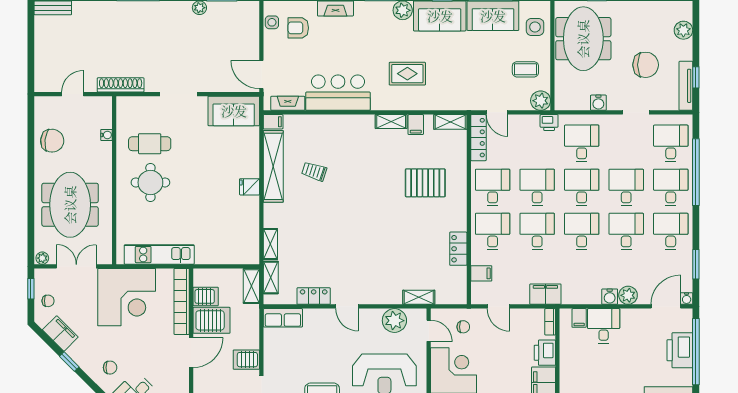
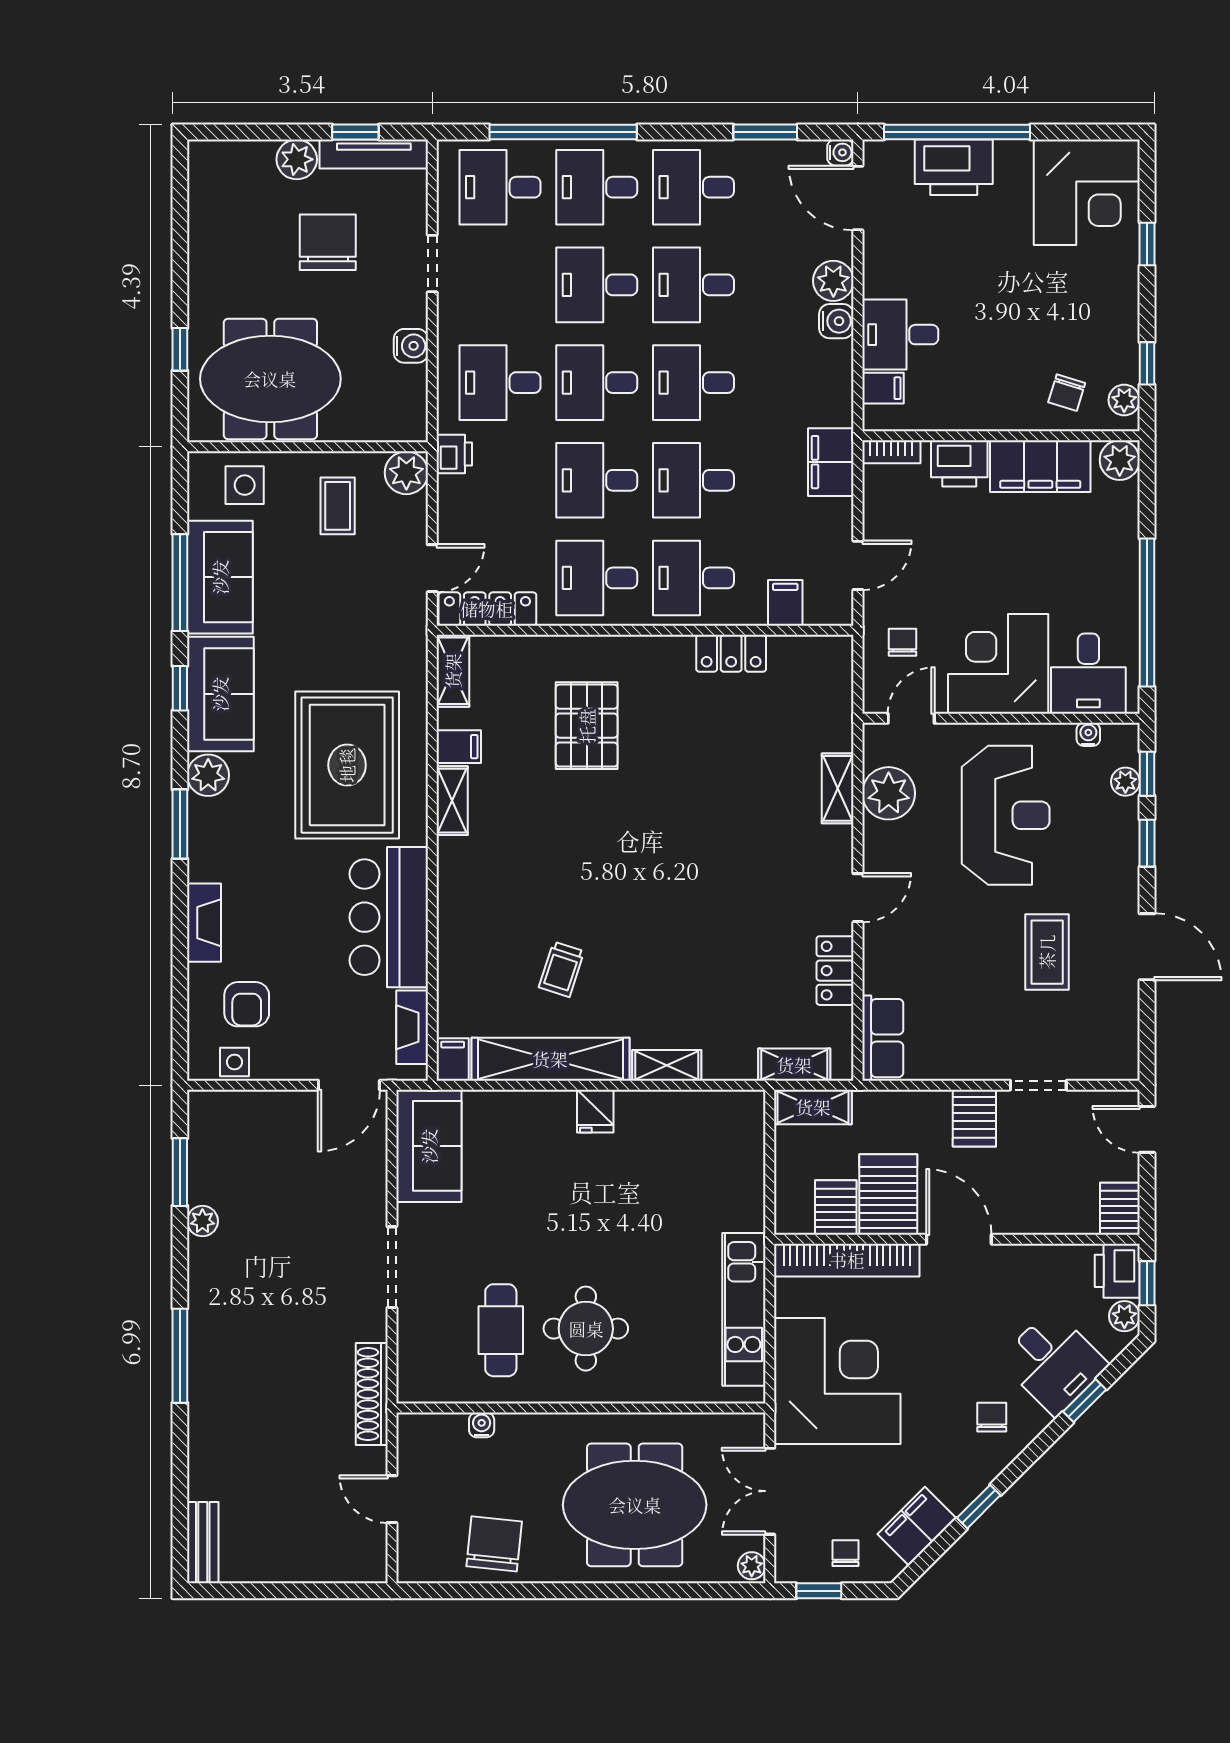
plant: (683, 30) -> (297, 159), moved
rug: (407, 74) -> (347, 765), width x1.86, depth x2.06
shelving: (270, 244) -> (667, 1065), moved
shelving: (419, 297) -> (838, 788), moved

